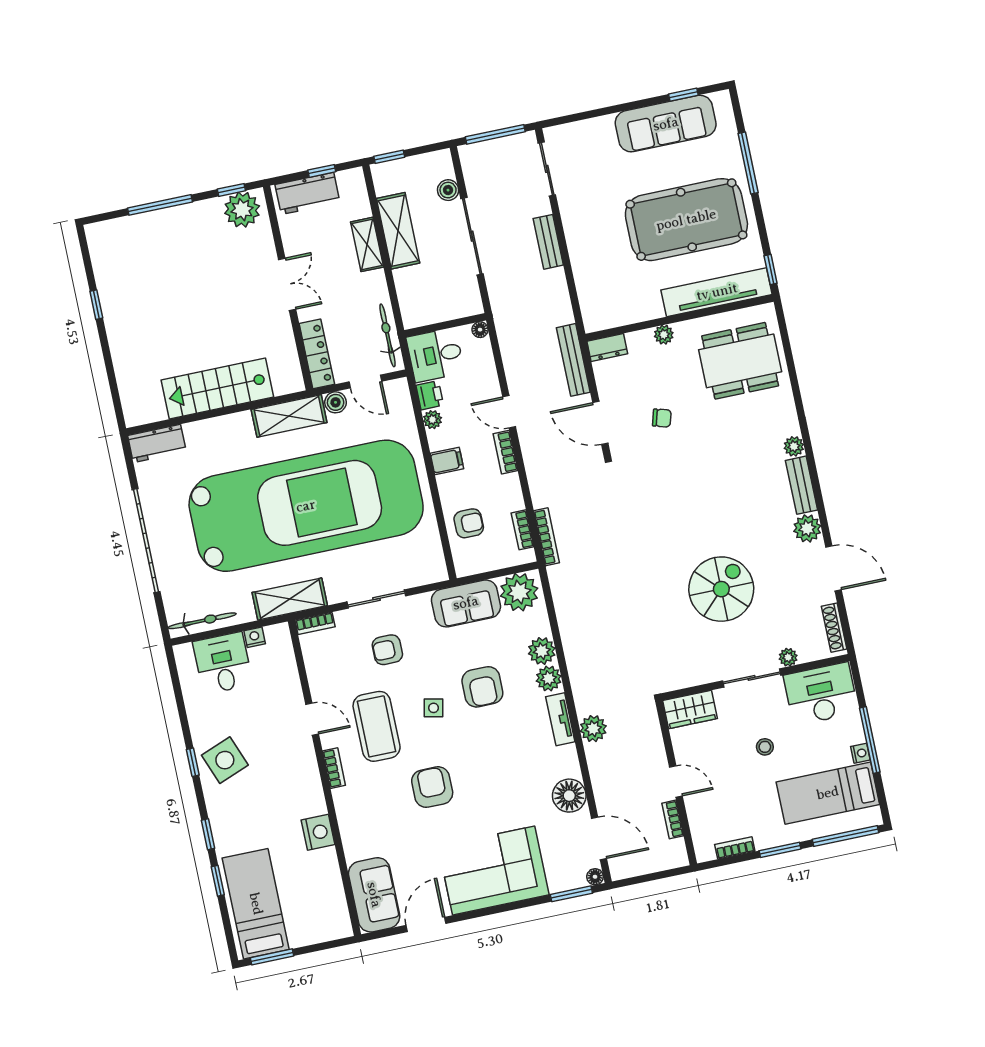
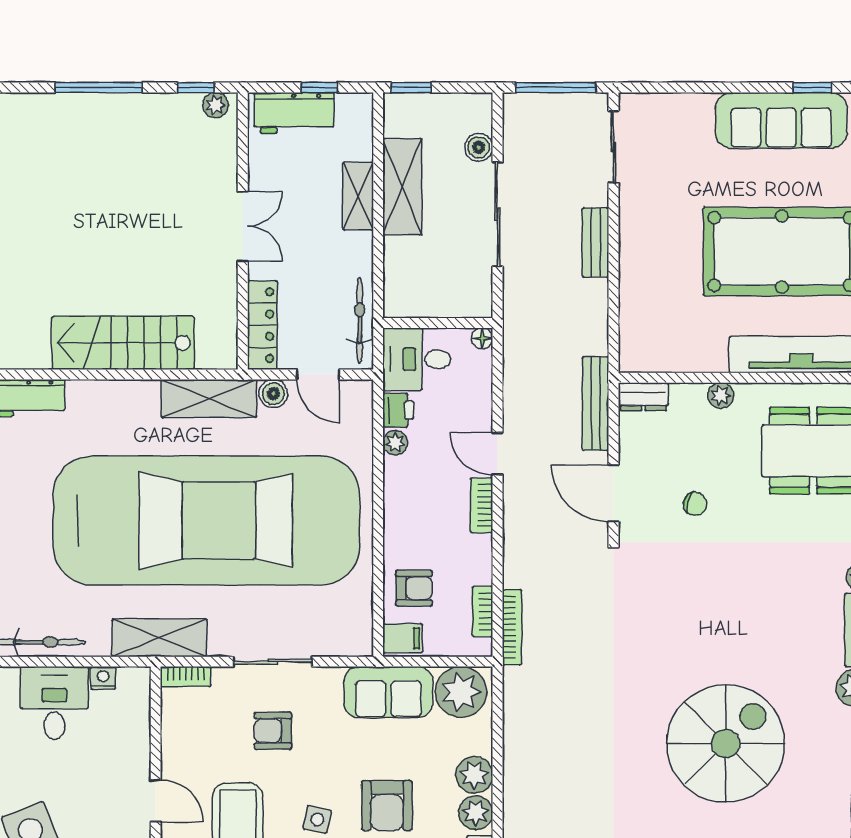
plant: (242, 210) -> (215, 105), width x0.53, depth x0.53
filing cabinet: (447, 461) -> (403, 638), moved
spiral stairs: (721, 589) -> (726, 744), width x1.37, depth x1.37

